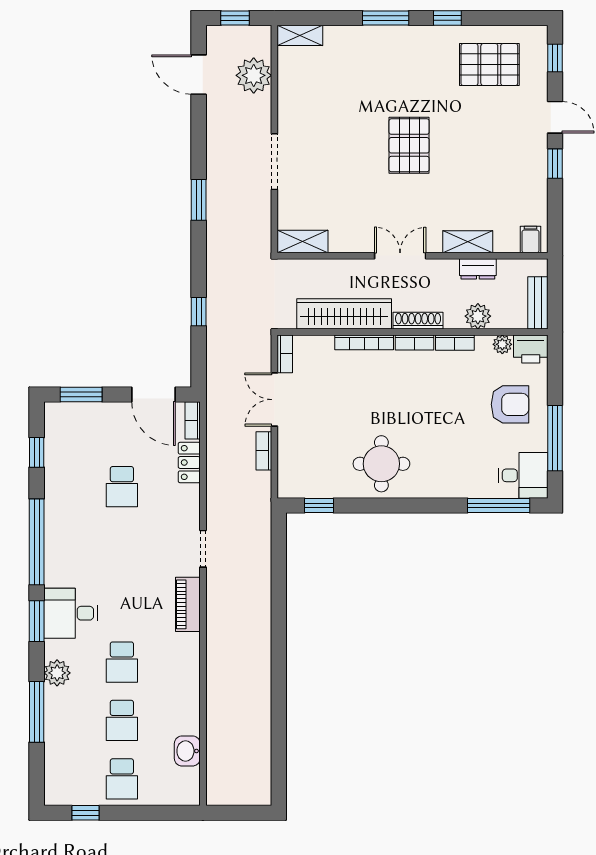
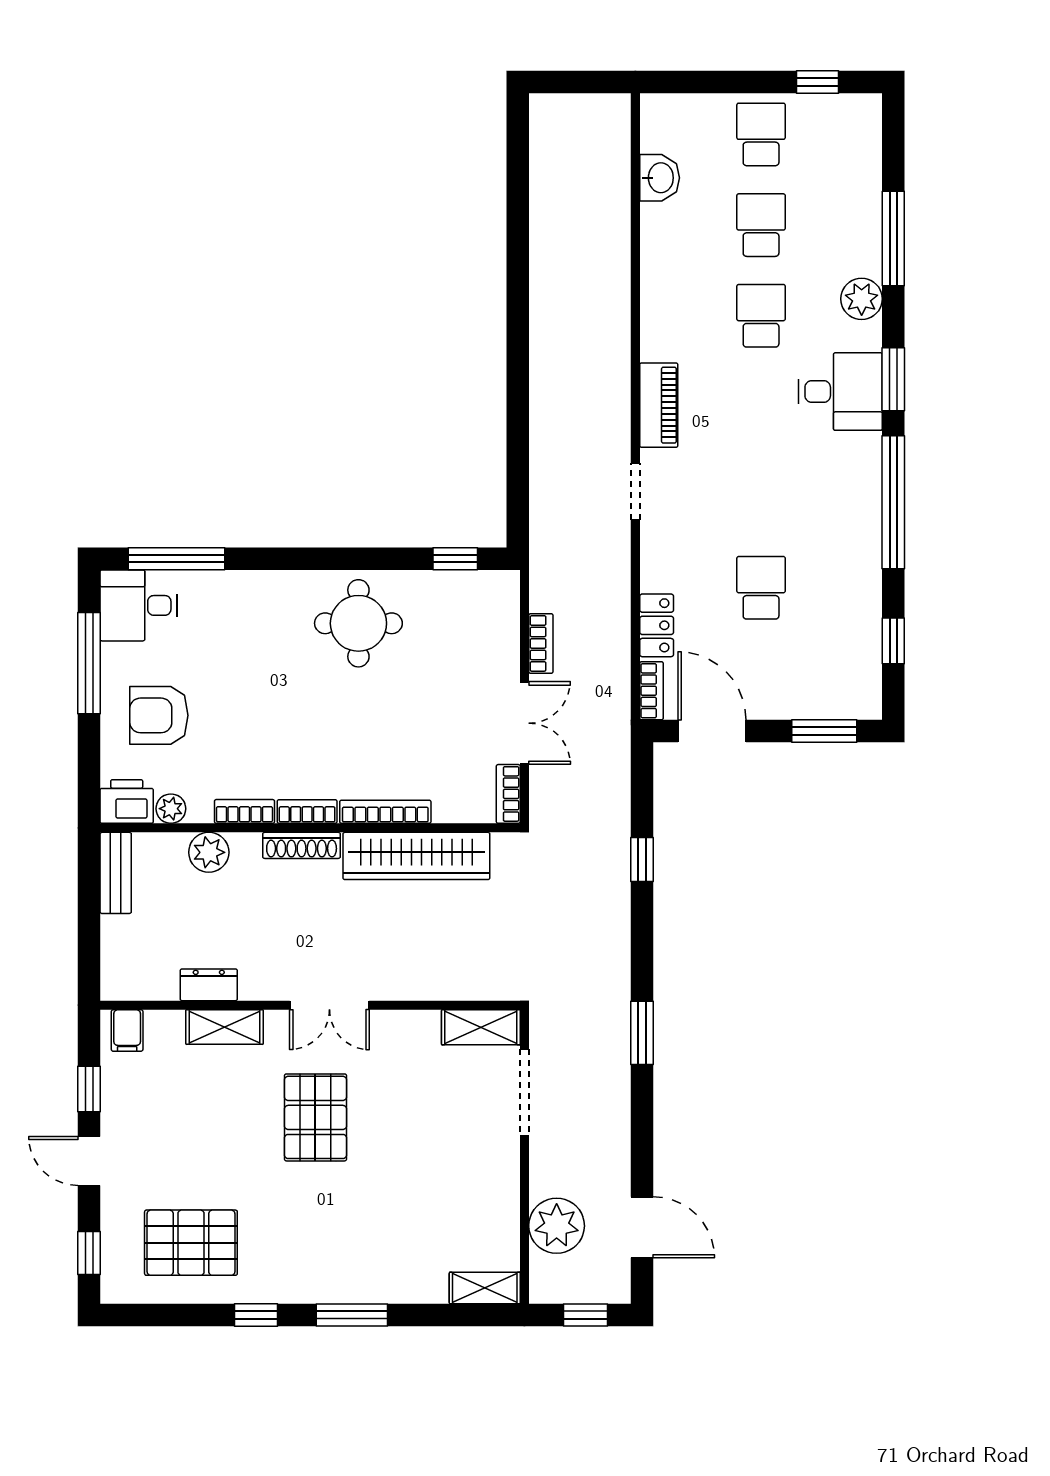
filing cabinet: (531, 239) -> (127, 1030), moved
shelving: (303, 242) -> (481, 1027), moved
shelving: (468, 242) -> (224, 1027), moved
double door: (400, 256) -> (329, 1005), moved
wall: (413, 256) -> (310, 1005), moved
dresser: (478, 269) -> (209, 985), moved

